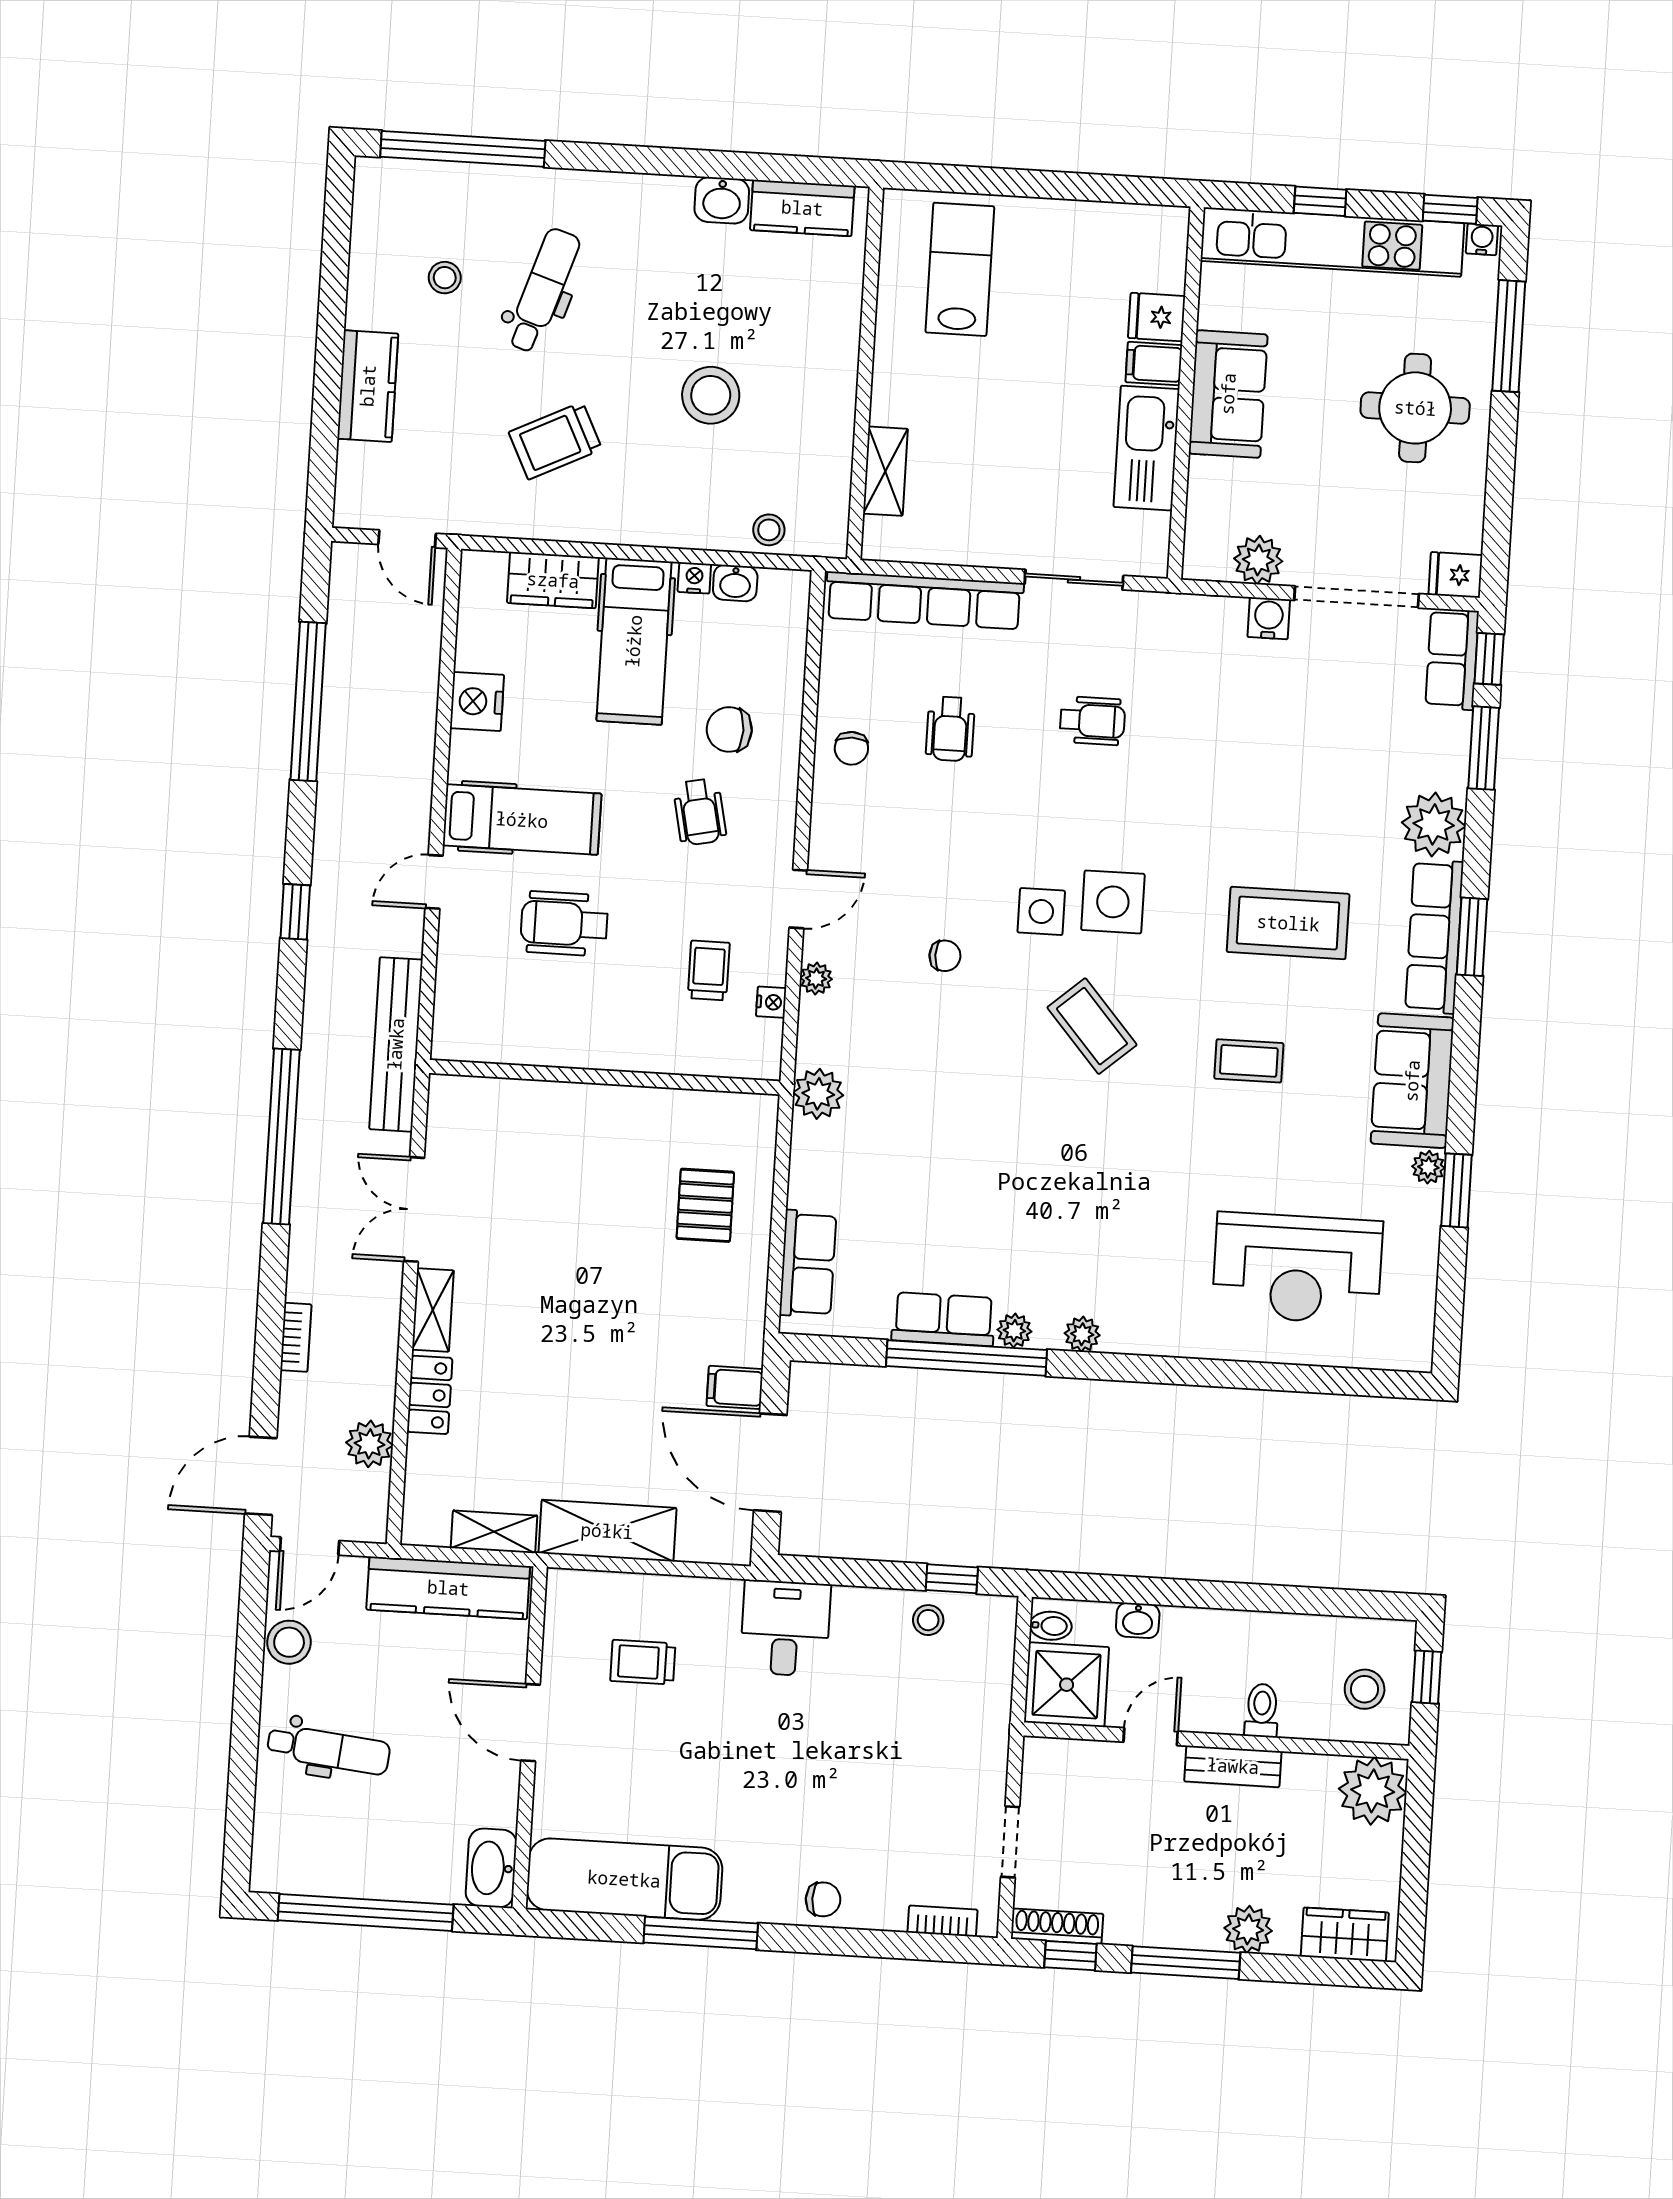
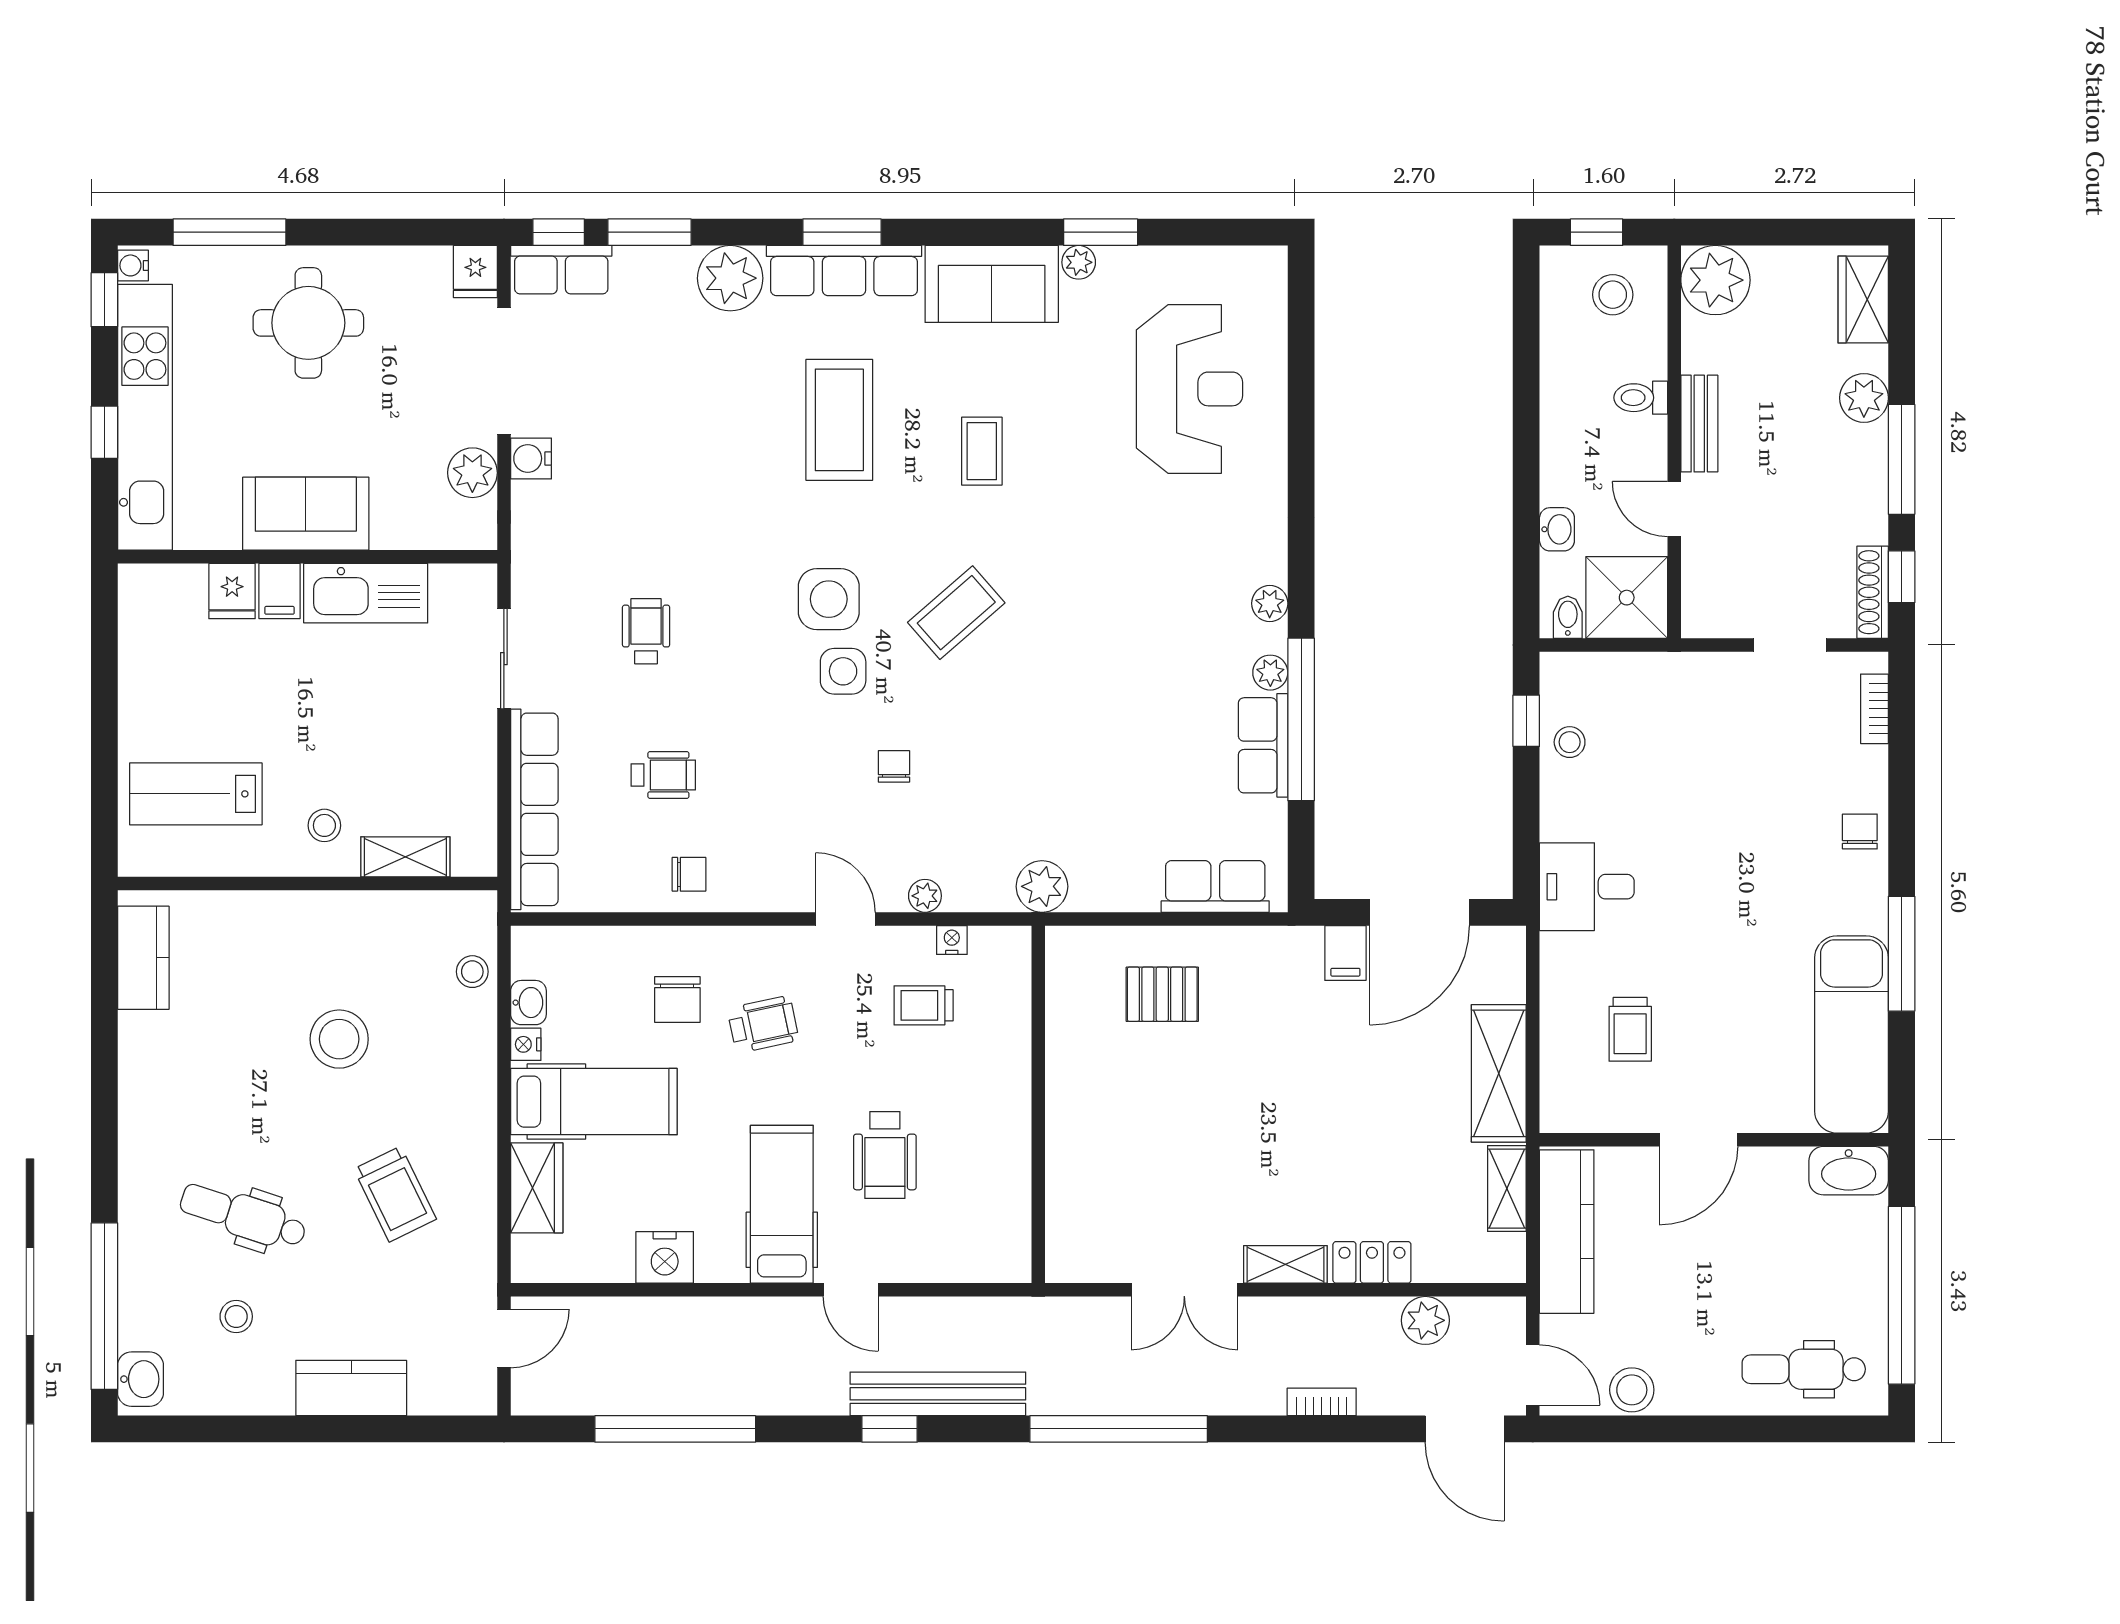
washbasin: (722, 200) -> (140, 1379), moved
stool: (921, 394) -> (324, 825), added
bench: (396, 1044) -> (938, 1394), moved
dental chair: (328, 1749) -> (1804, 1369), moved, turned -96

